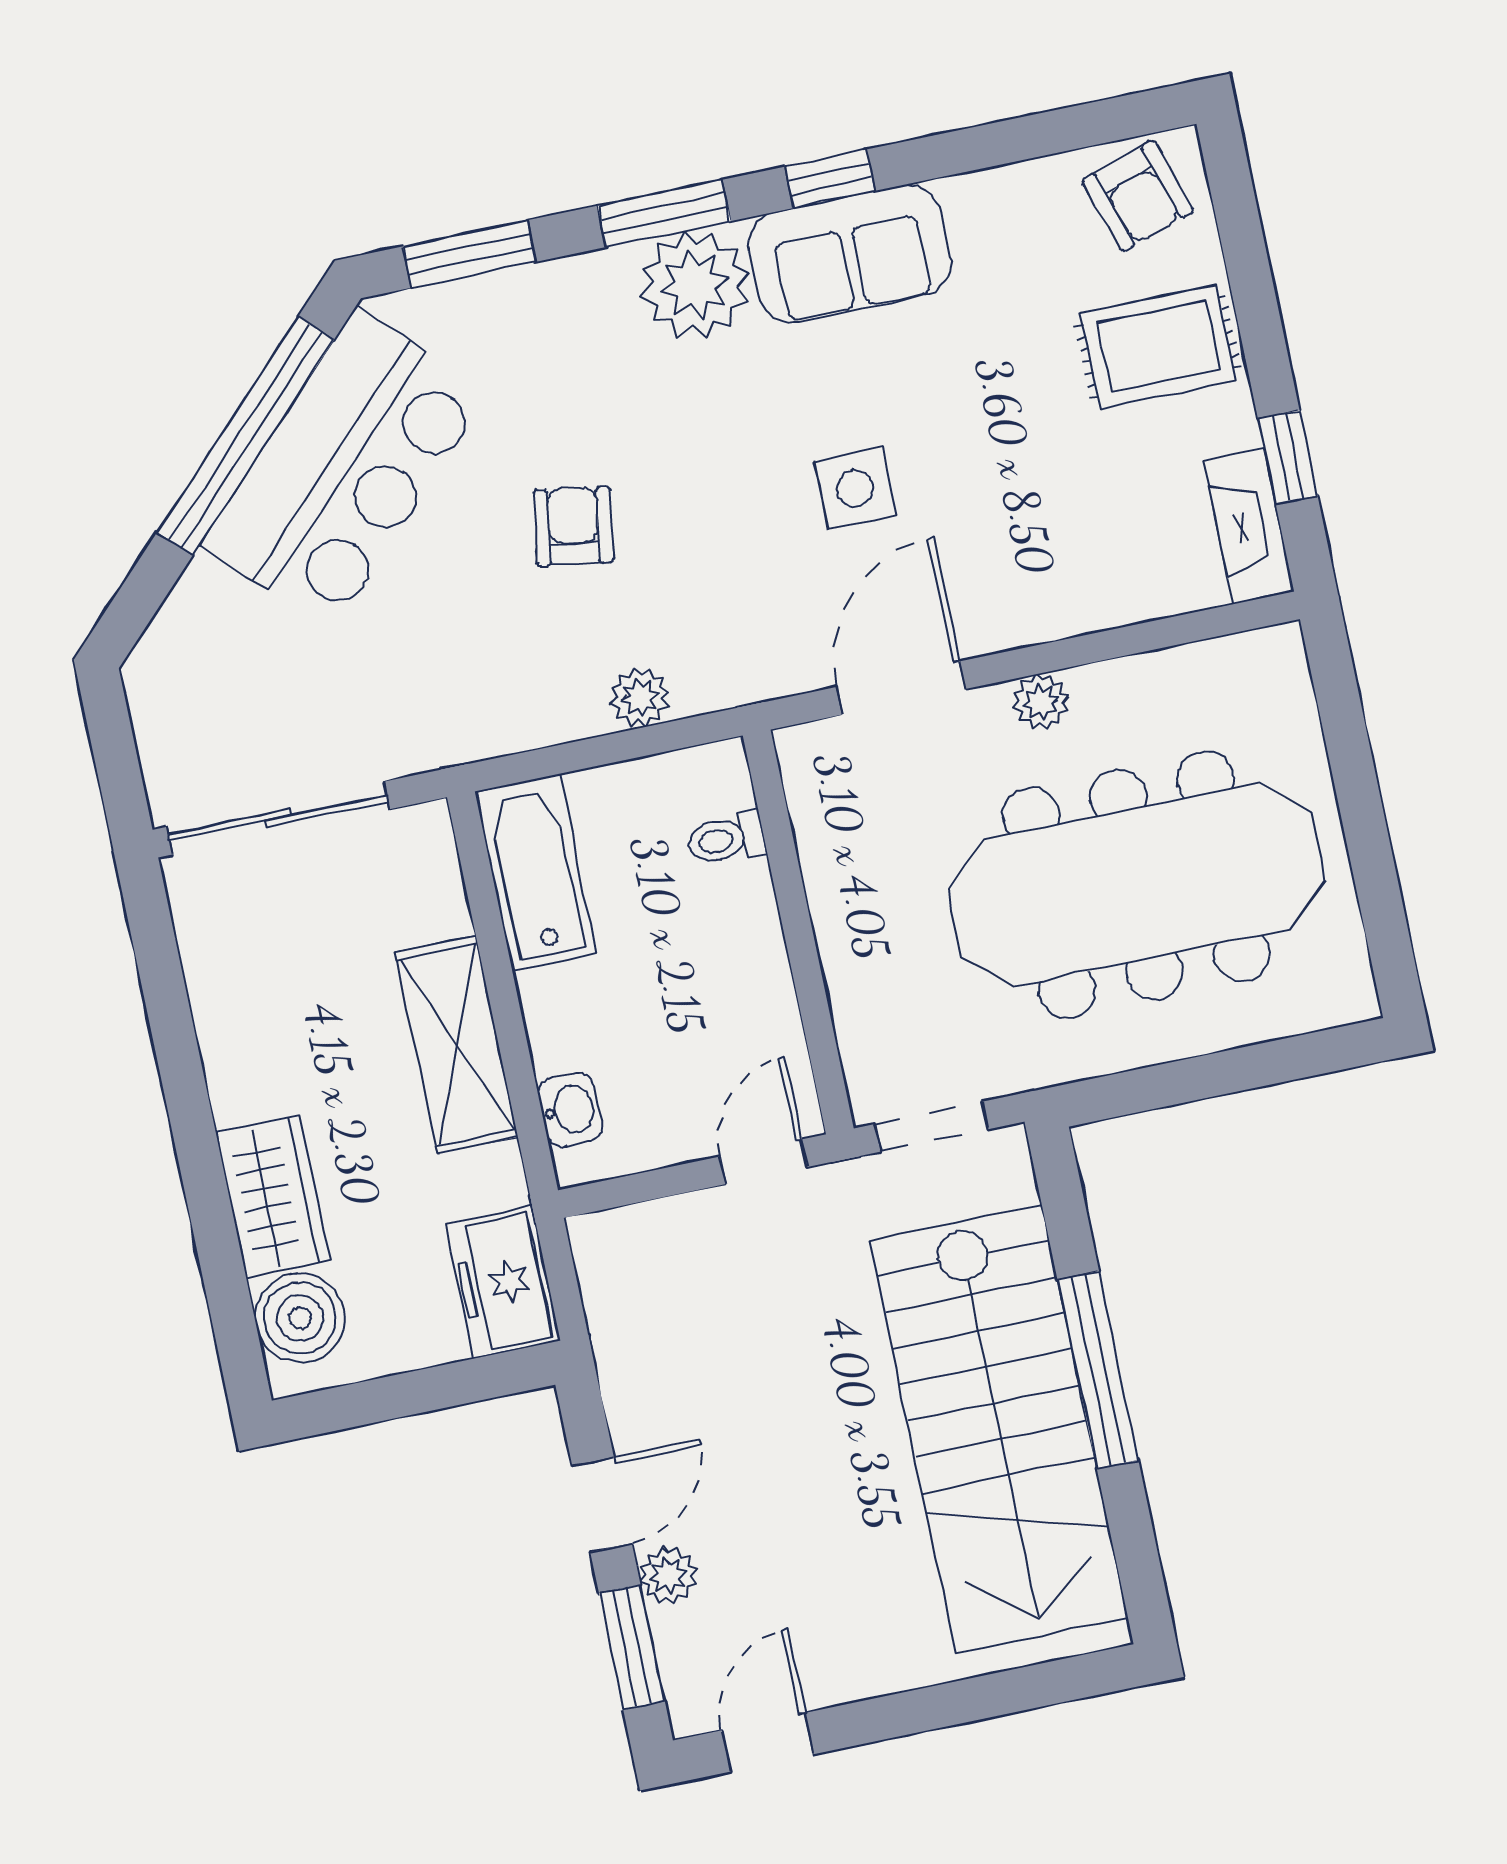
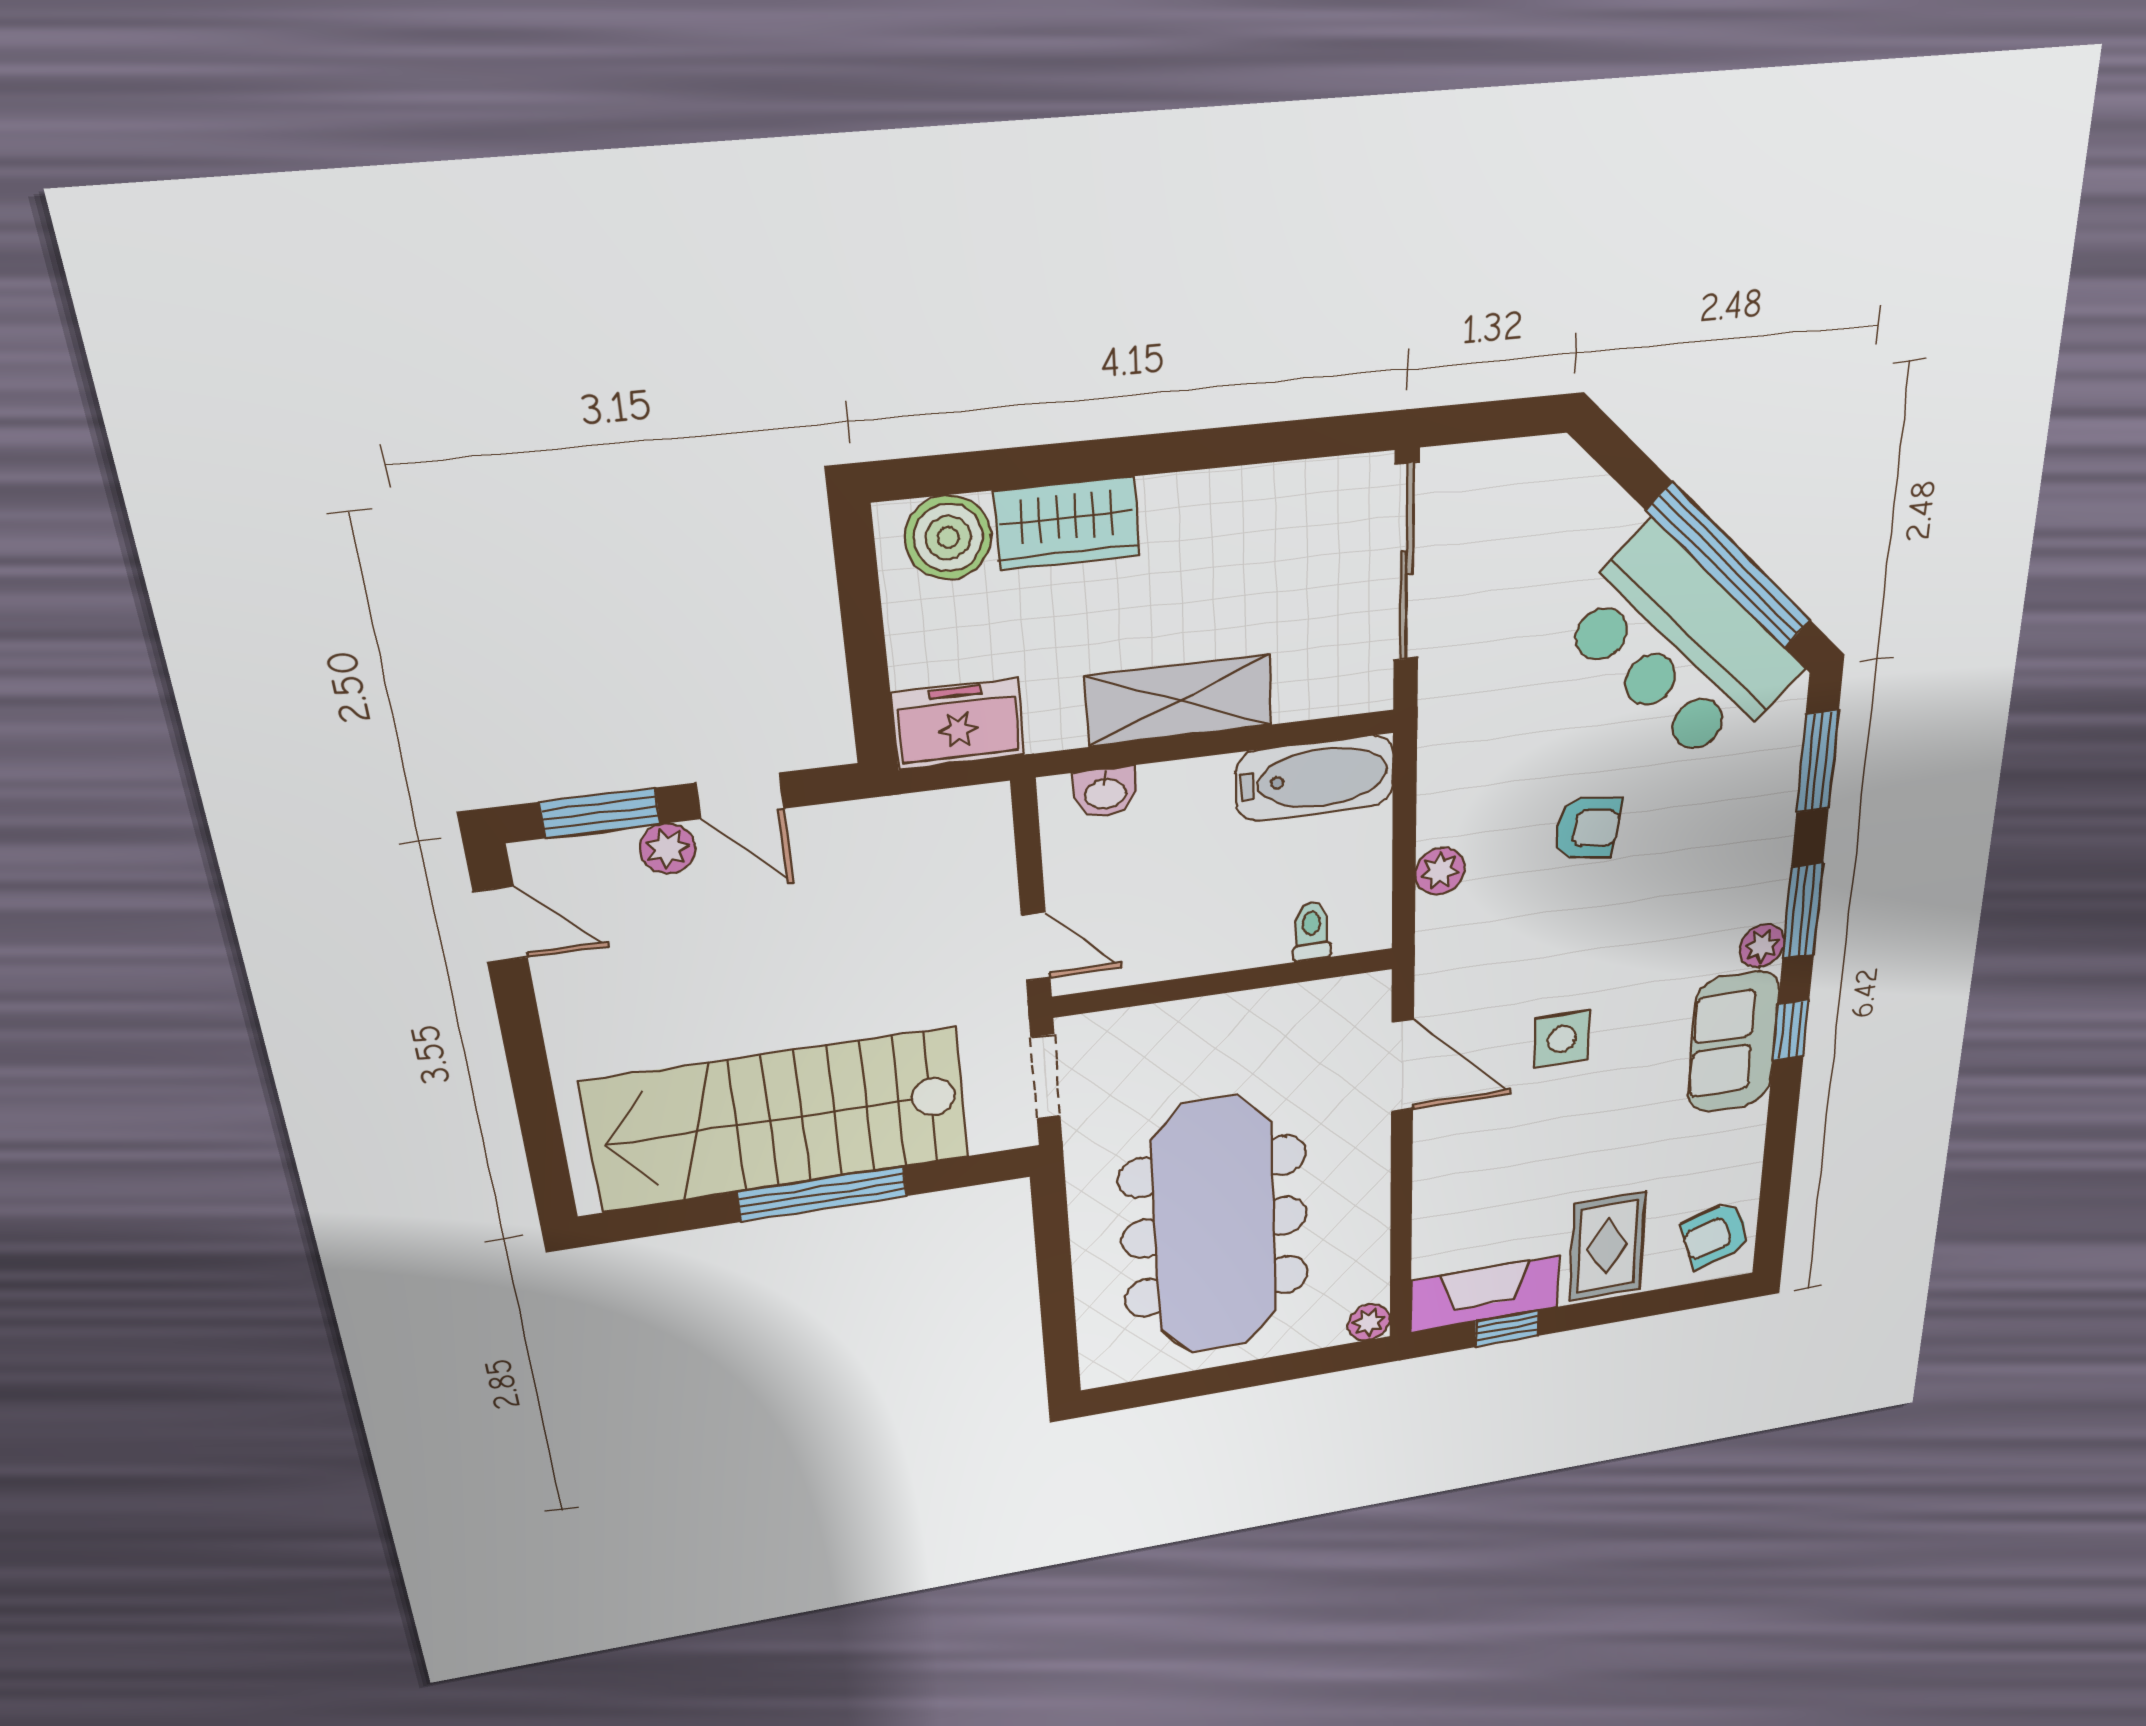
plant: (695, 285) -> (1762, 946), width x0.53, depth x0.53
fireplace: (1249, 526) -> (1485, 1294), width x1.37, depth x1.32
plant: (1041, 702) -> (1369, 1322), moved

